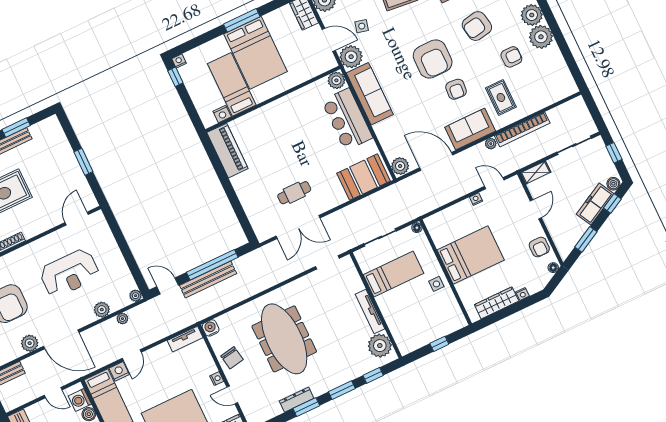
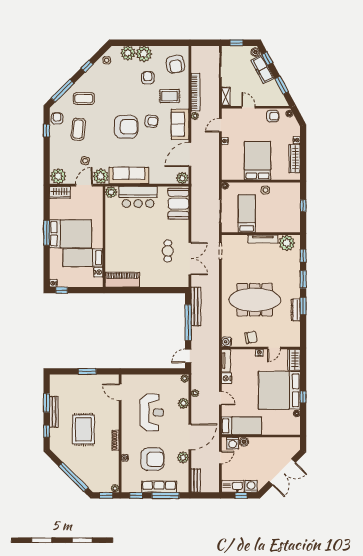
armchair: (477, 26) -> (175, 64), moved
bench: (208, 280) -> (196, 307), moved
nightstand: (119, 371) -> (226, 378), moved

